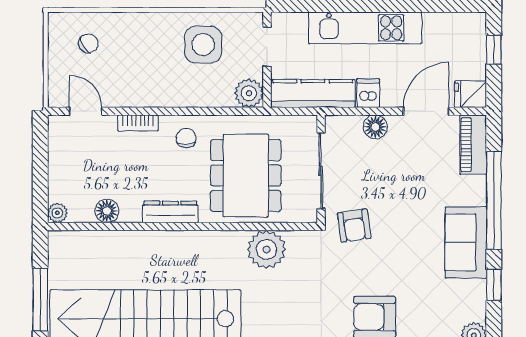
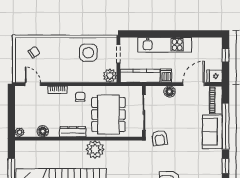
sofa: (466, 242) -> (212, 132), moved
plant: (266, 249) -> (95, 149), moved

